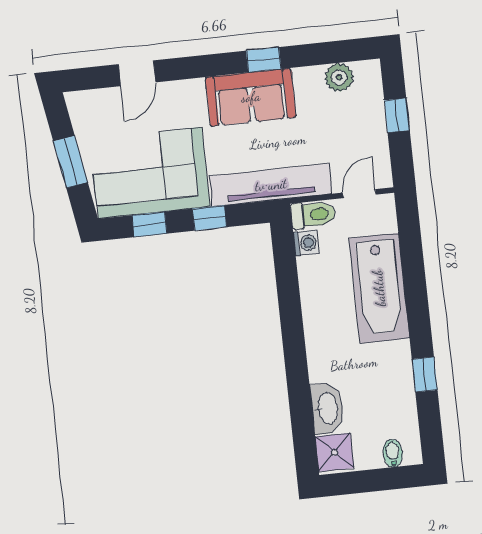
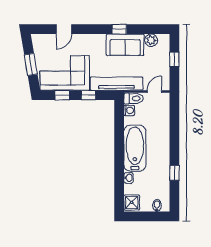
sofa: (251, 97) -> (125, 45), moved
bathtub: (379, 288) -> (135, 148), moved, turned 180
washbasin: (327, 408) -> (129, 178), width x0.52, depth x0.69

